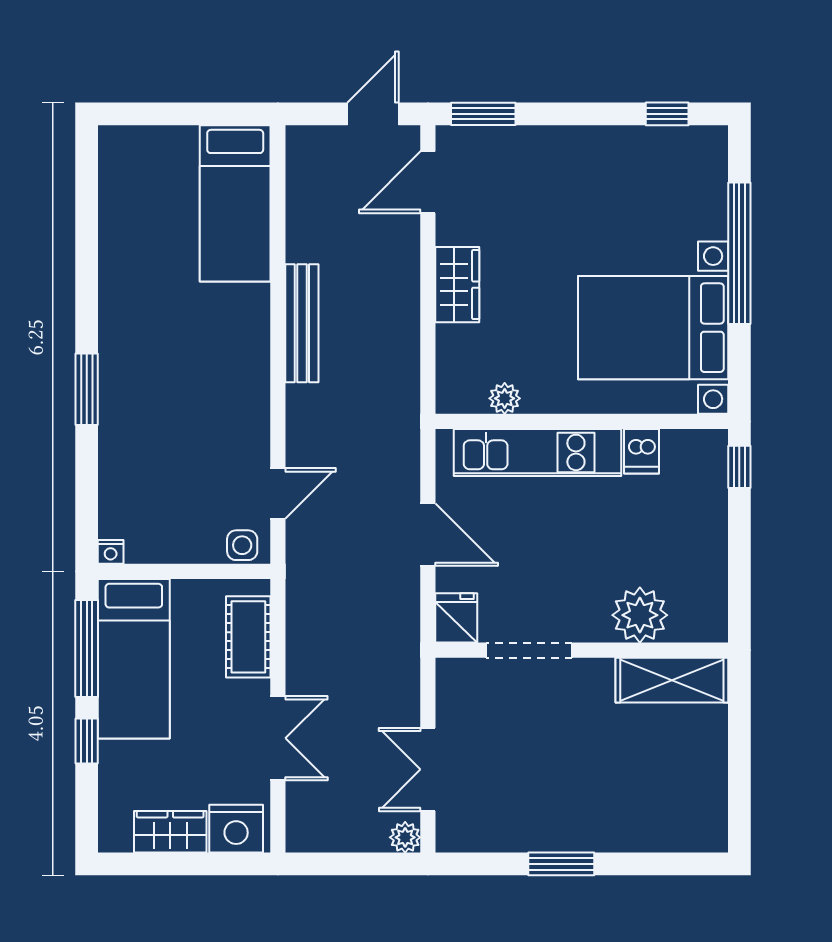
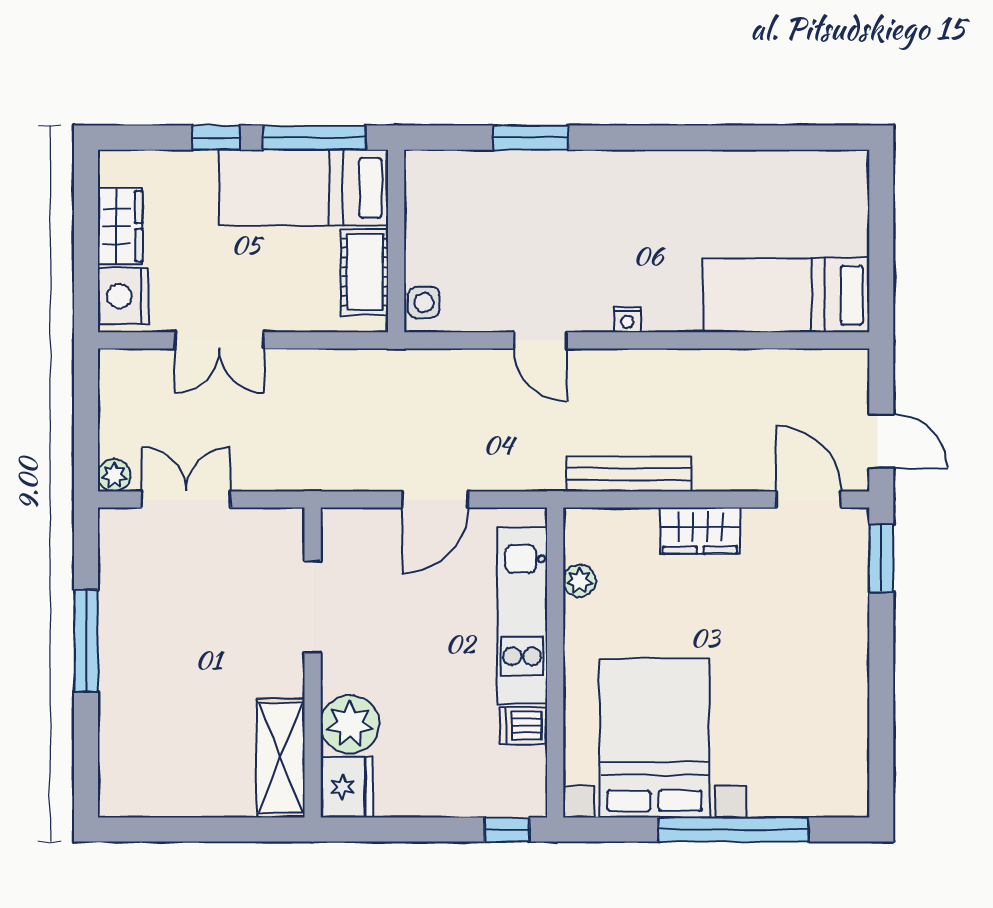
window: (667, 114) -> (881, 753), removed
bench: (302, 323) -> (629, 474), moved
window: (87, 389) -> (531, 138), moved
door: (278, 493) -> (540, 340), moved
nightstand: (111, 552) -> (627, 320), moved, turned -90
fridge: (456, 618) -> (347, 787), moved, width x1.38
cot: (248, 637) -> (365, 272), moved, turned 90
window: (561, 864) -> (86, 641), width x1.44

